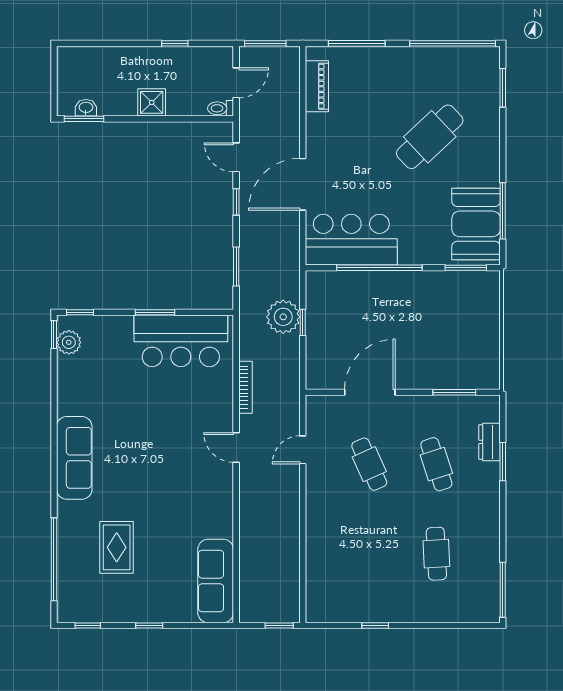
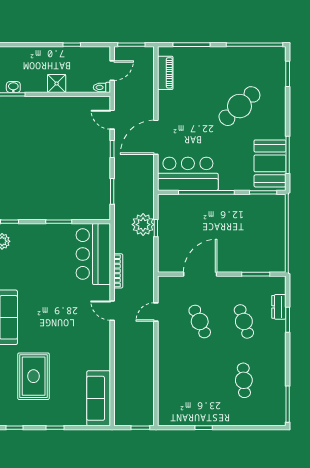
bar counter: (181, 341) -> (93, 254), moved, turned 90
rug: (117, 547) -> (34, 376), width x1.36, depth x1.43

